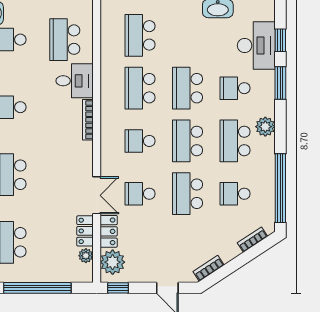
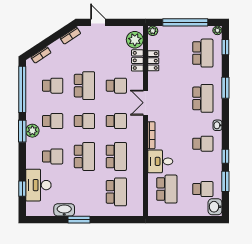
window: (280, 83) -> (22, 131), moved
school desk: (188, 141) -> (84, 121), width x0.54
school desk: (235, 141) -> (53, 121), width x0.54
double door: (97, 195) -> (145, 103), moved
plant: (86, 256) -> (153, 31), moved
window: (118, 288) -> (131, 22), removed

